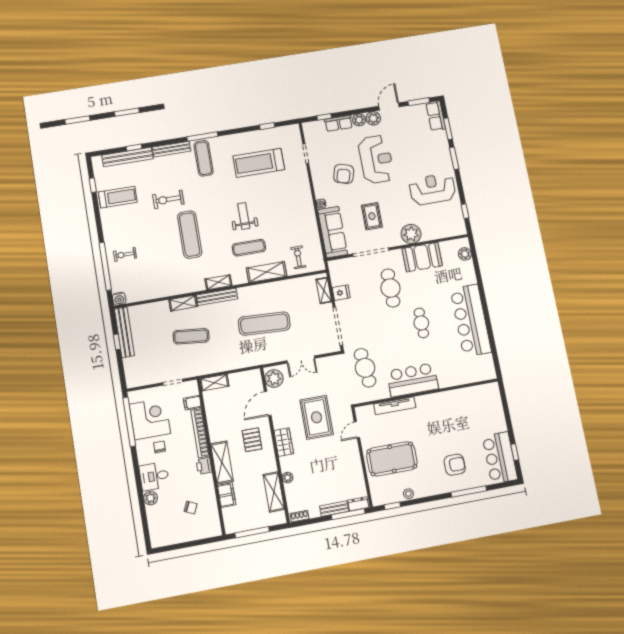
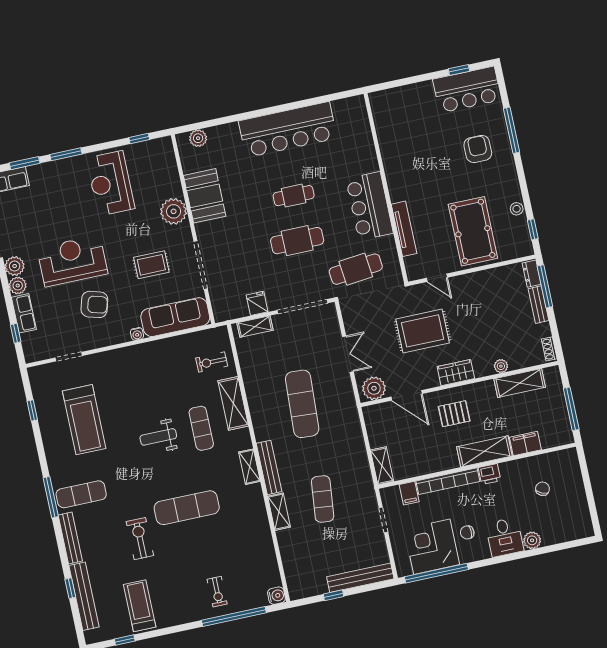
exercise bike: (168, 199) -> (140, 539), turned 180
cafe table: (390, 288) -> (297, 241), moved
bench: (124, 332) -> (360, 578), moved

